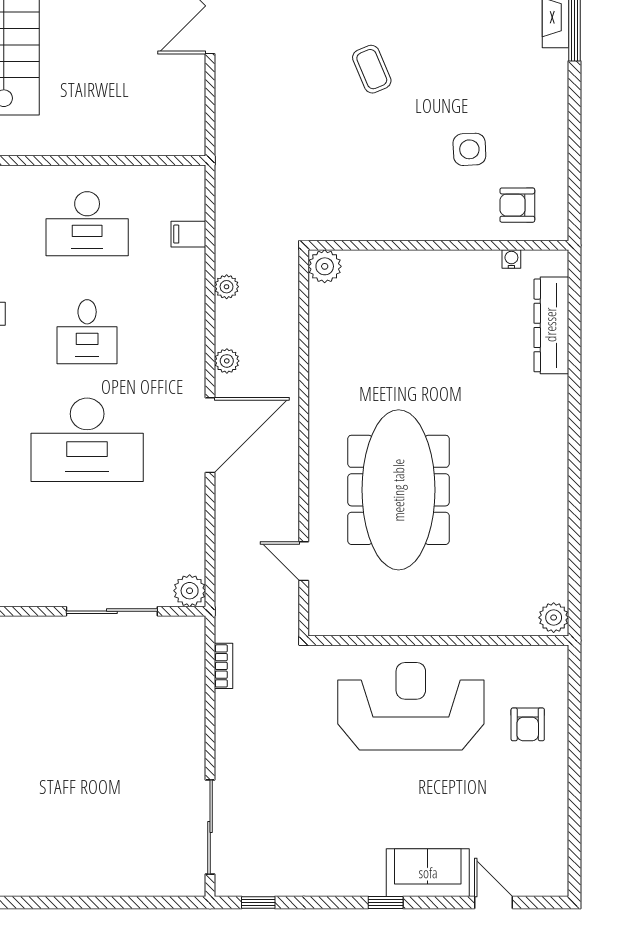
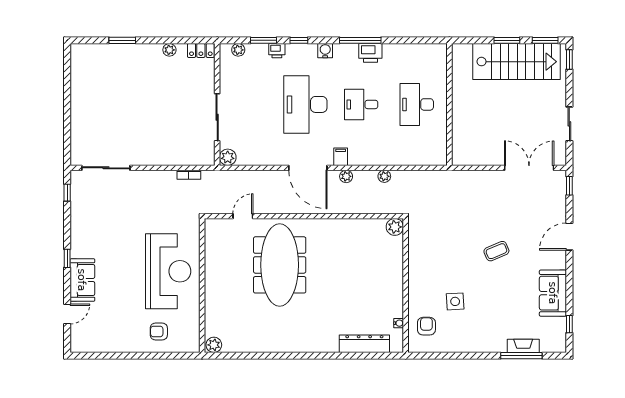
filing cabinet: (188, 234) -> (341, 157), moved
meeting table: (399, 490) -> (280, 265), turned 90

